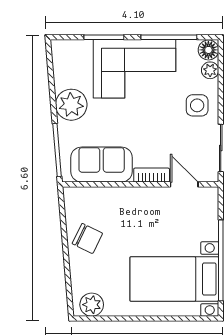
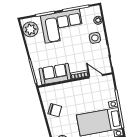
floor lamp: (208, 50) -> (95, 11), removed
plant: (71, 105) -> (30, 29), moved

